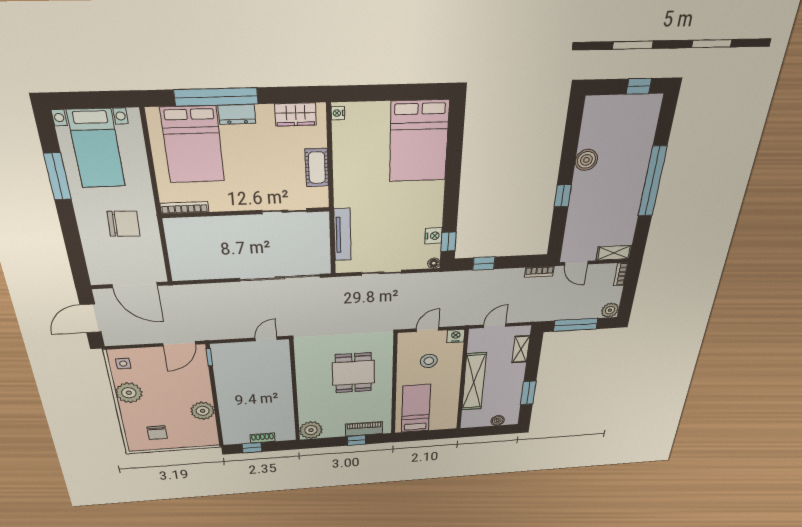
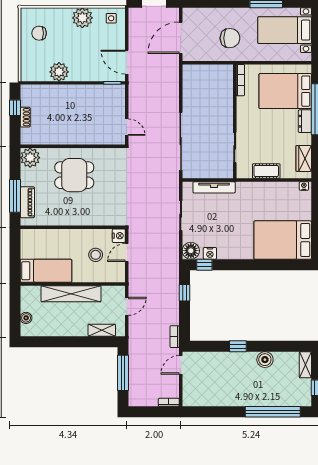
window: (652, 182) -> (273, 412), moved
chair: (124, 224) -> (230, 38), turned -93
shelving: (614, 253) -> (305, 365), moved
floor lamp: (434, 263) -> (191, 251), width x1.89, depth x1.89
plant: (610, 310) -> (135, 399), removed
door: (495, 326) -> (127, 306), hinge flipped
door: (428, 330) -> (127, 253), swing flipped
nightstand: (456, 336) -> (119, 236), moved
dining table: (353, 373) -> (74, 175), moved
window: (528, 393) -> (55, 342), removed
bed: (416, 409) -> (46, 271), moved
window: (357, 440) -> (15, 196), width x2.17

